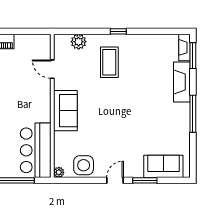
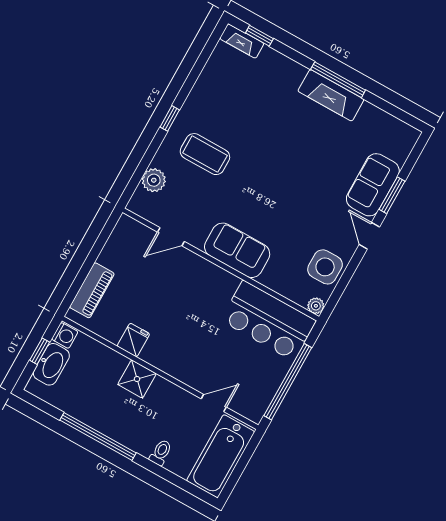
window: (193, 56) -> (259, 36), width x0.67
fireplace: (182, 82) -> (331, 95), moved
sofa: (163, 166) -> (373, 185), moved

